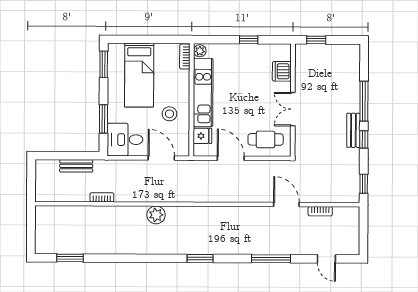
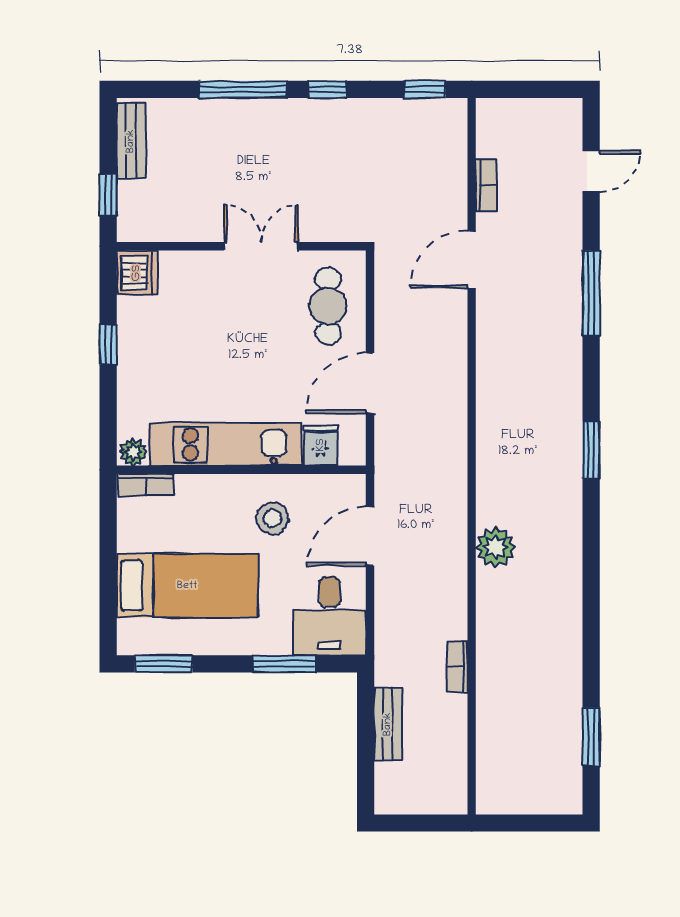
dishwasher: (282, 71) -> (137, 273), moved, turned -90
double door: (293, 109) -> (261, 246), swing flipped
bench: (353, 130) -> (131, 141), moved, turned 90

